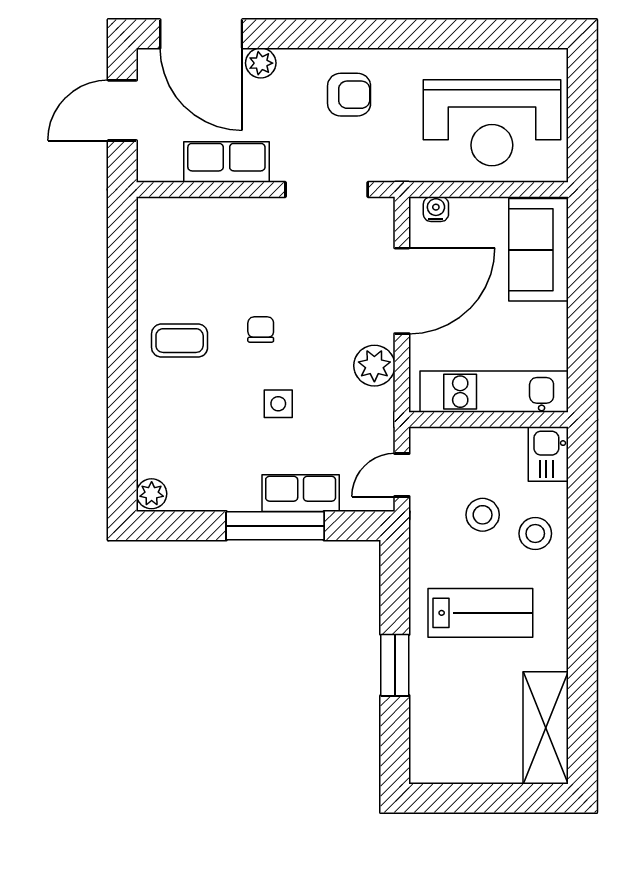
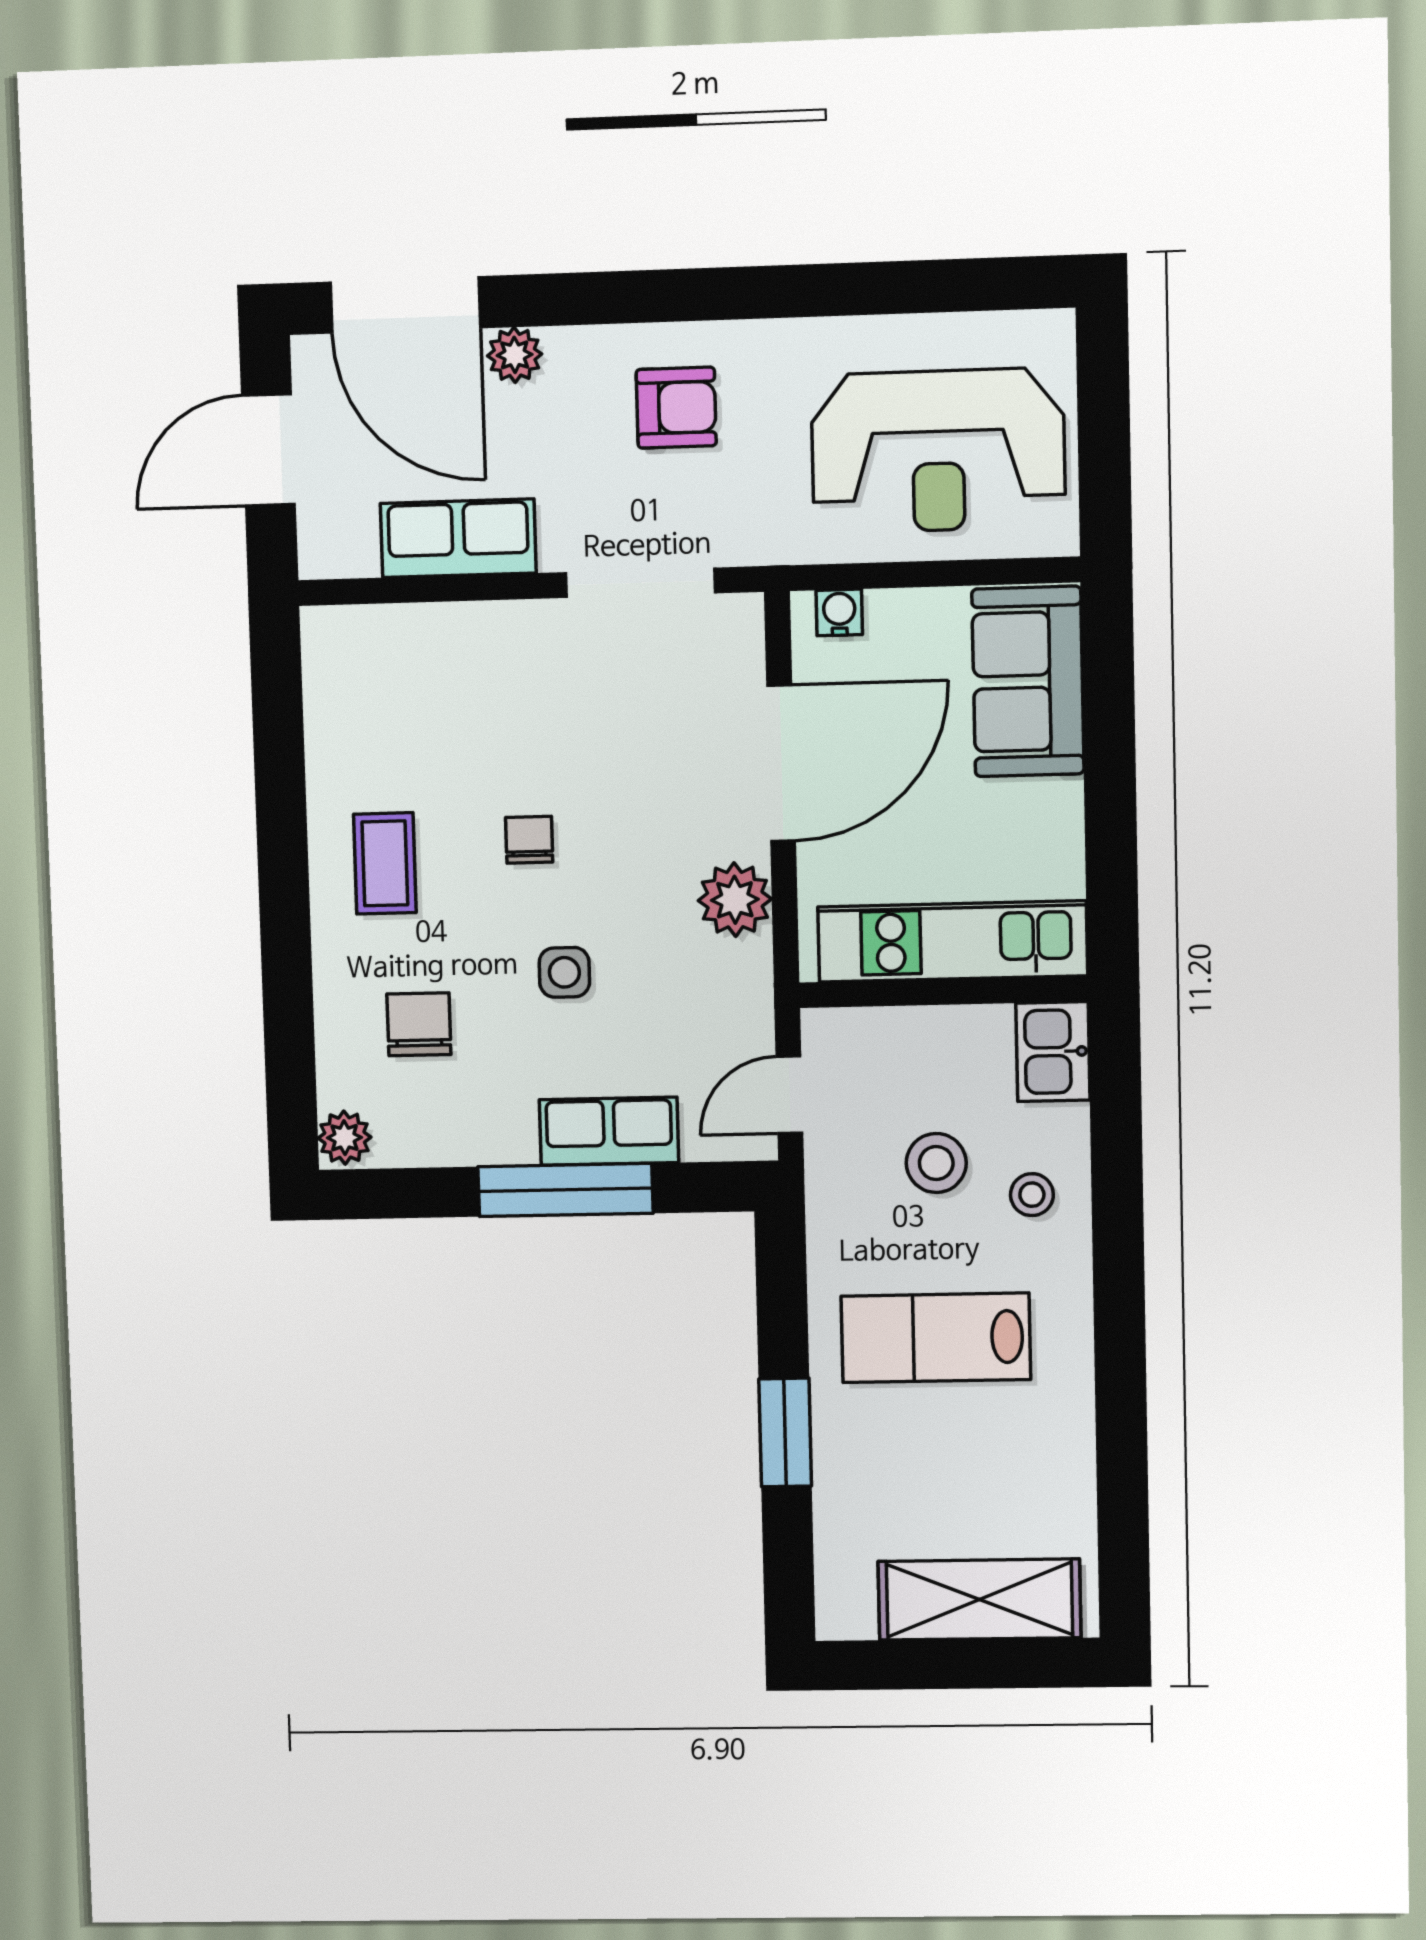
coffee table: (180, 341) -> (385, 863), turned 90
chair: (196, 431) -> (419, 1024), added
stool: (535, 534) -> (1032, 1195), width x0.73, depth x0.73
lab bench: (480, 613) -> (936, 1338), turned 180
shelving: (546, 728) -> (979, 1600), moved, turned 90

